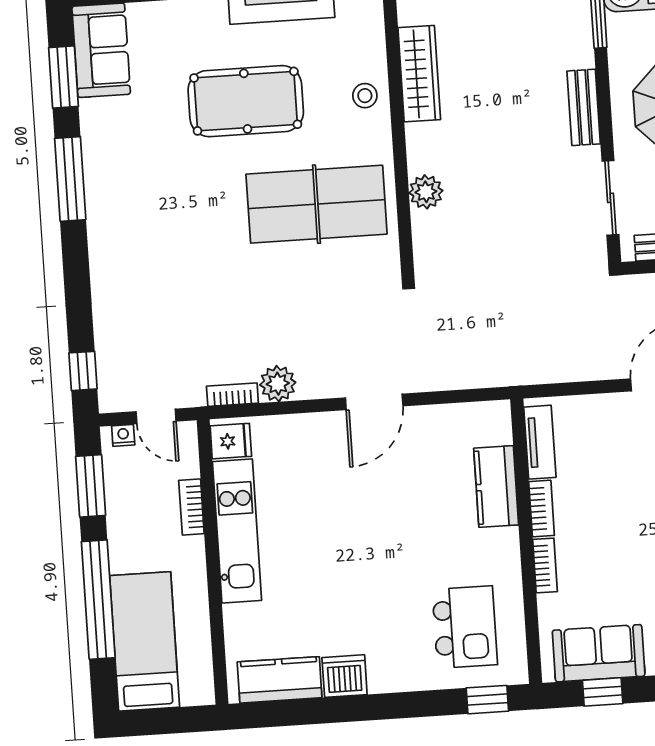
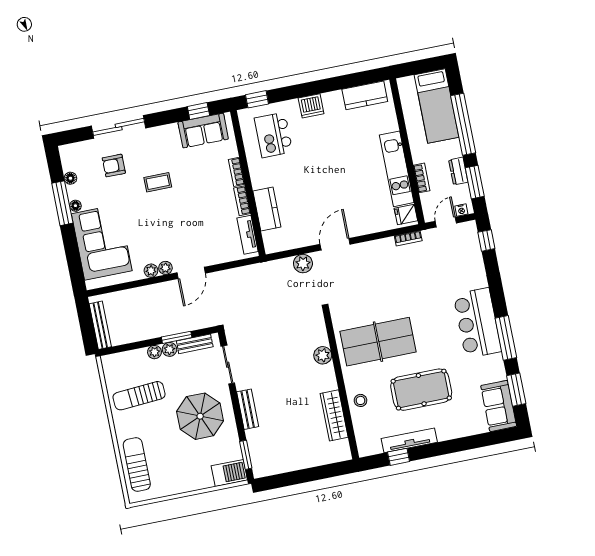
bar counter: (121, 215) -> (477, 323), added
plant: (278, 384) -> (303, 264), moved
door: (156, 416) -> (446, 222), hinge flipped
dresser: (119, 511) -> (458, 171), added
dishwasher: (345, 676) -> (311, 106), moved

